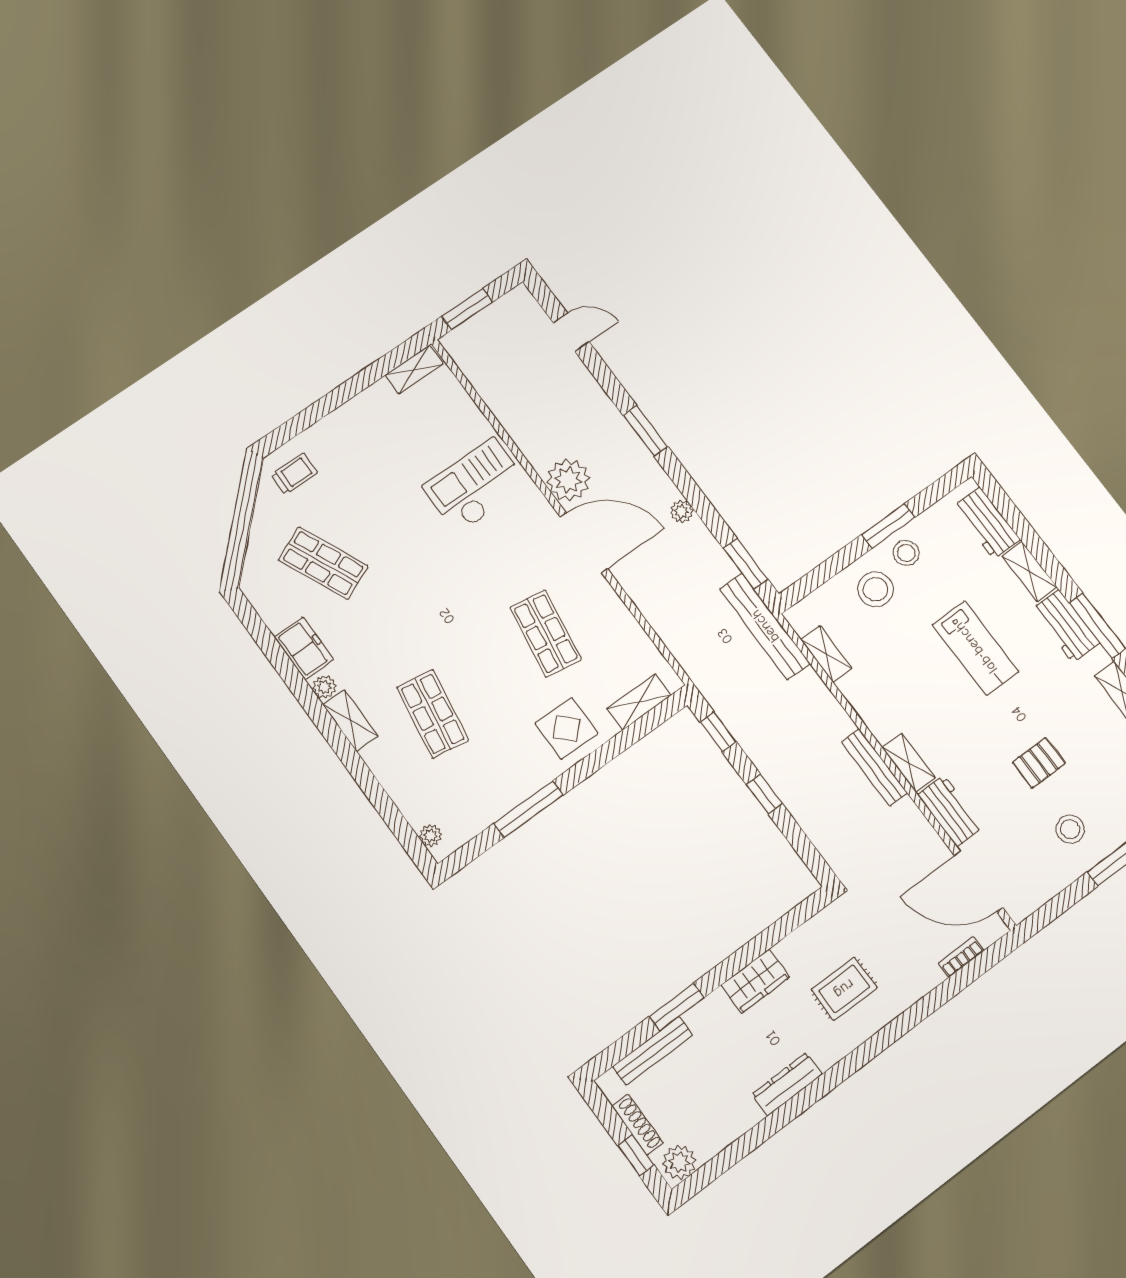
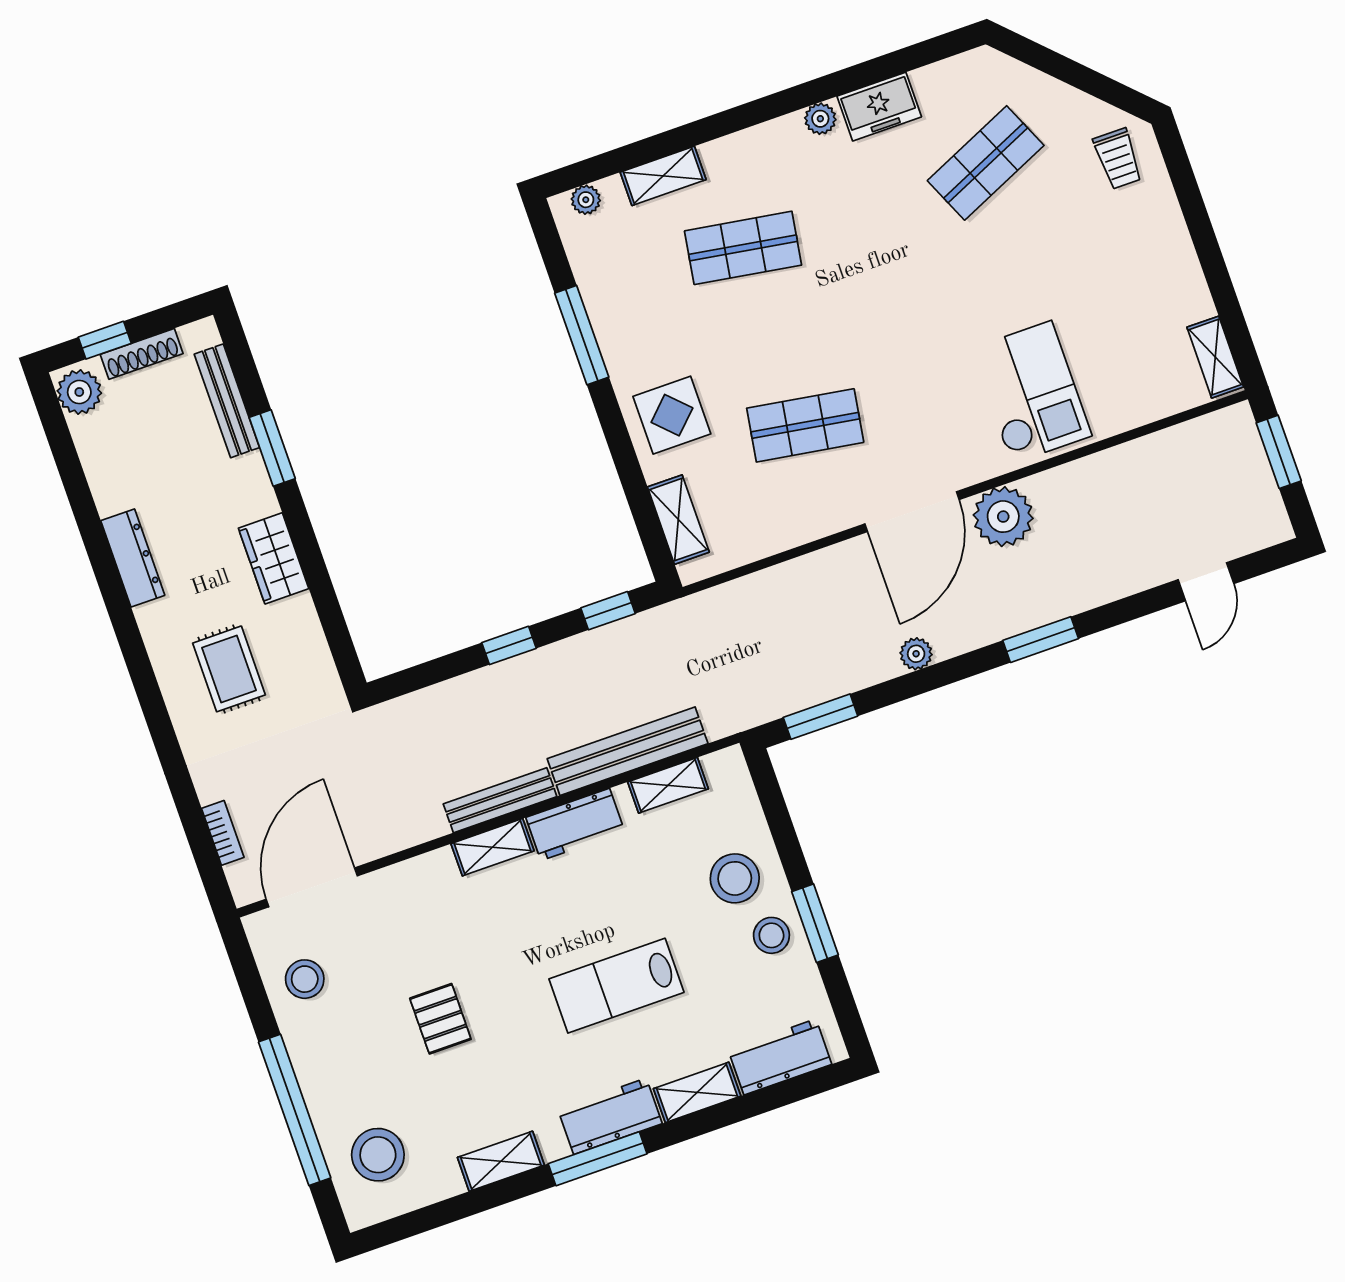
bench: (765, 626) -> (628, 751), moved
shelving: (350, 721) -> (663, 176), moved
workbench: (950, 811) -> (575, 824), moved
stool: (1070, 829) -> (305, 979), moved

